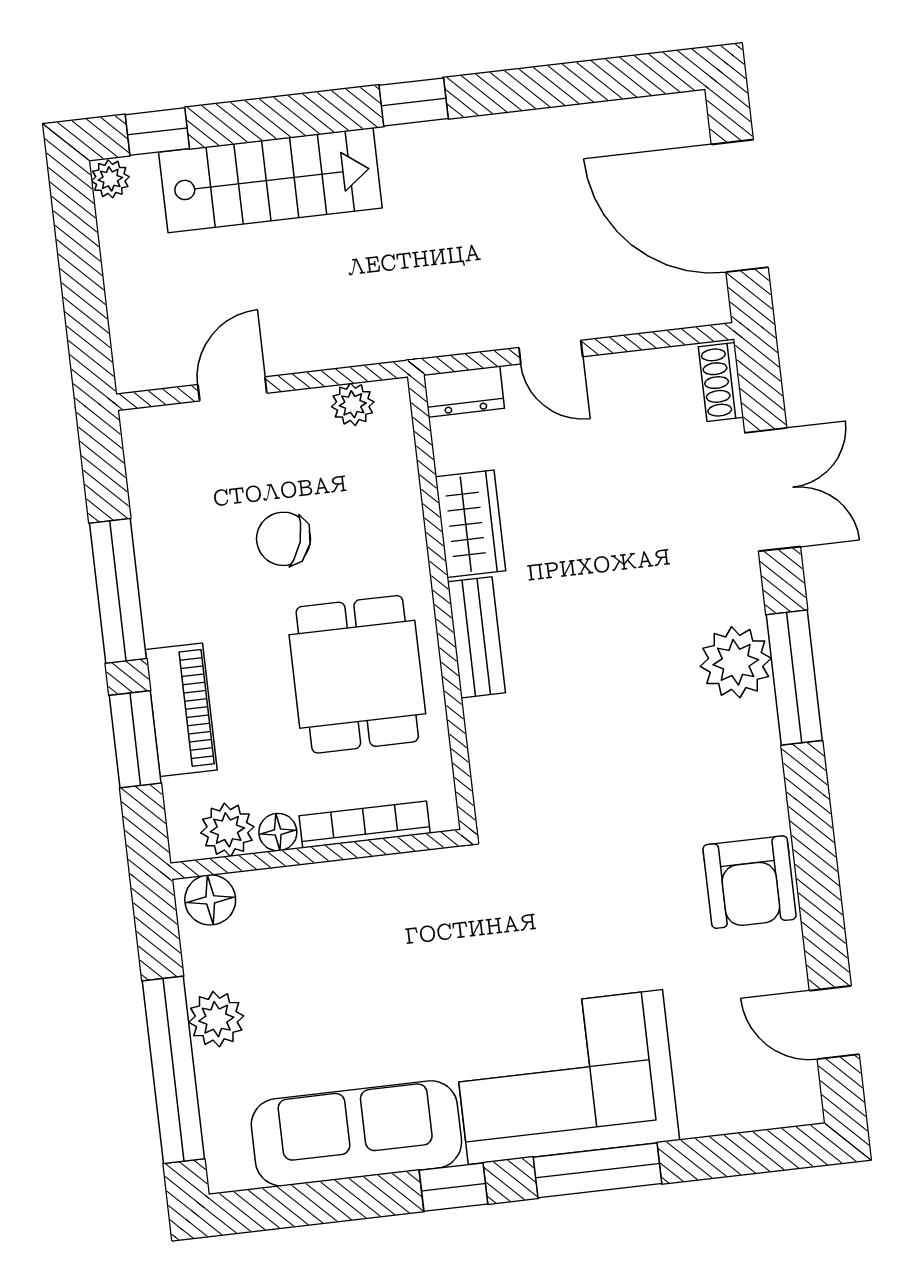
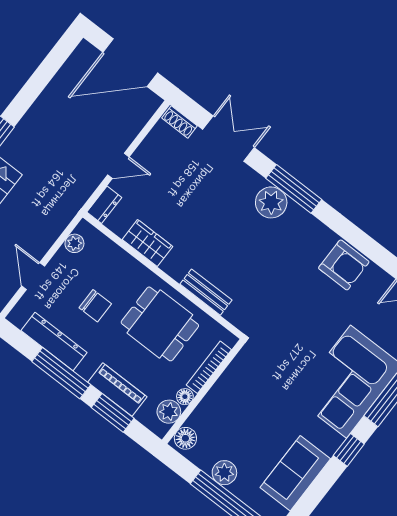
dresser: (159, 528) -> (54, 341), added
chair: (283, 539) -> (95, 306), turned -107
bench: (476, 637) -> (206, 292), moved
sofa: (356, 1133) -> (295, 473), width x0.73

